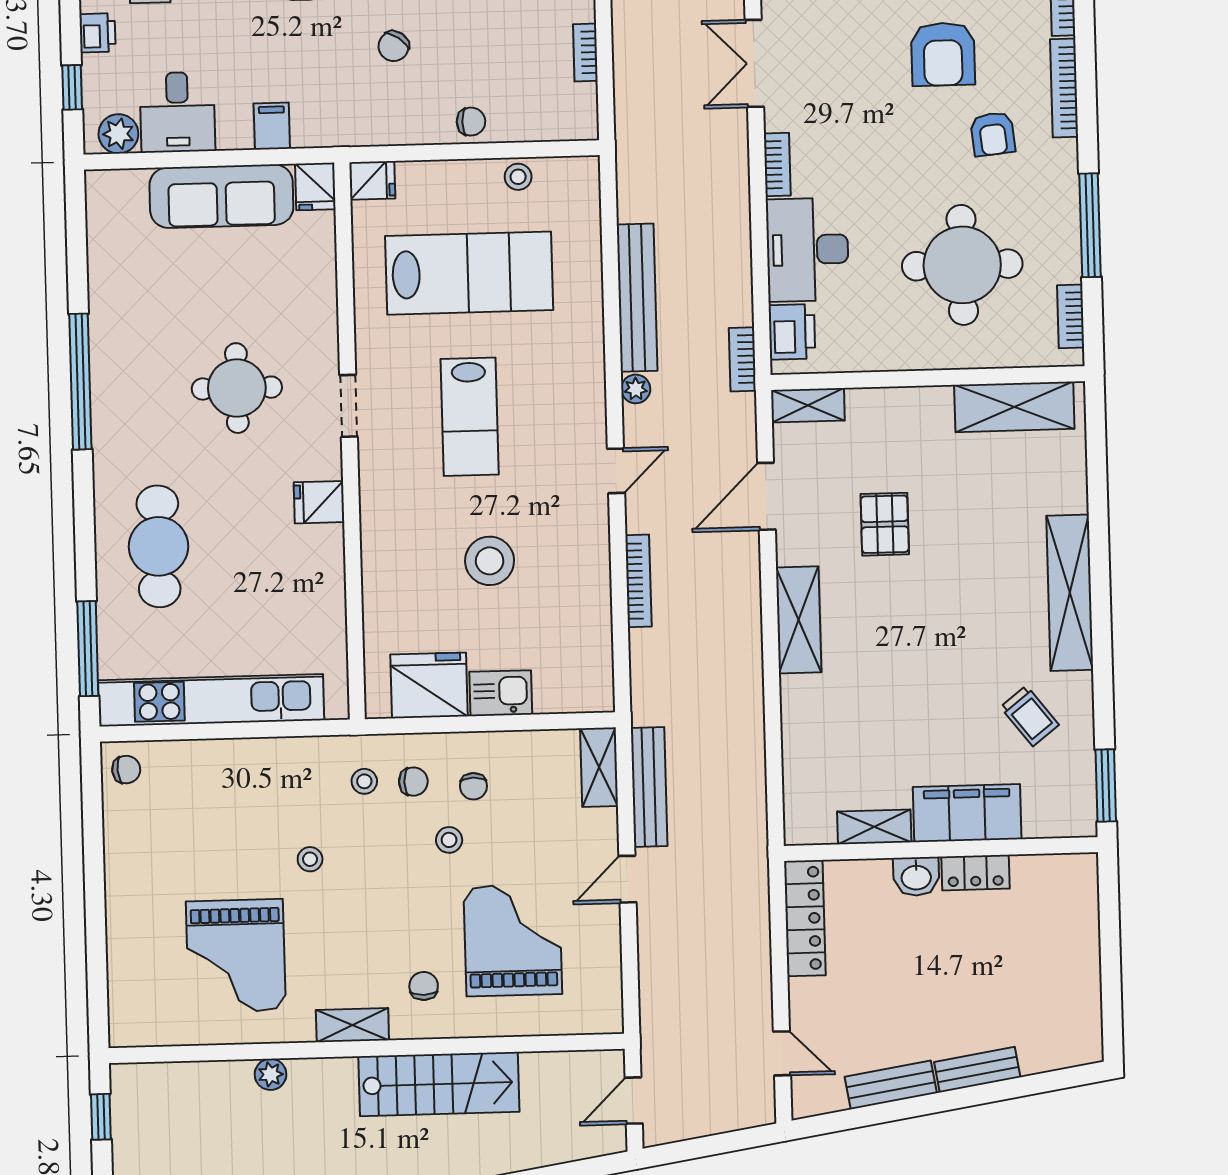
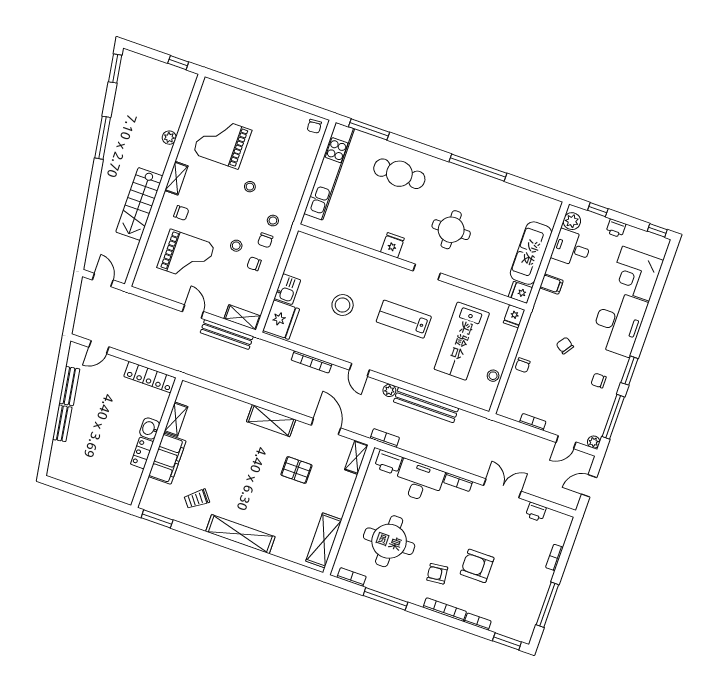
fridge: (429, 685) -> (281, 320), moved

